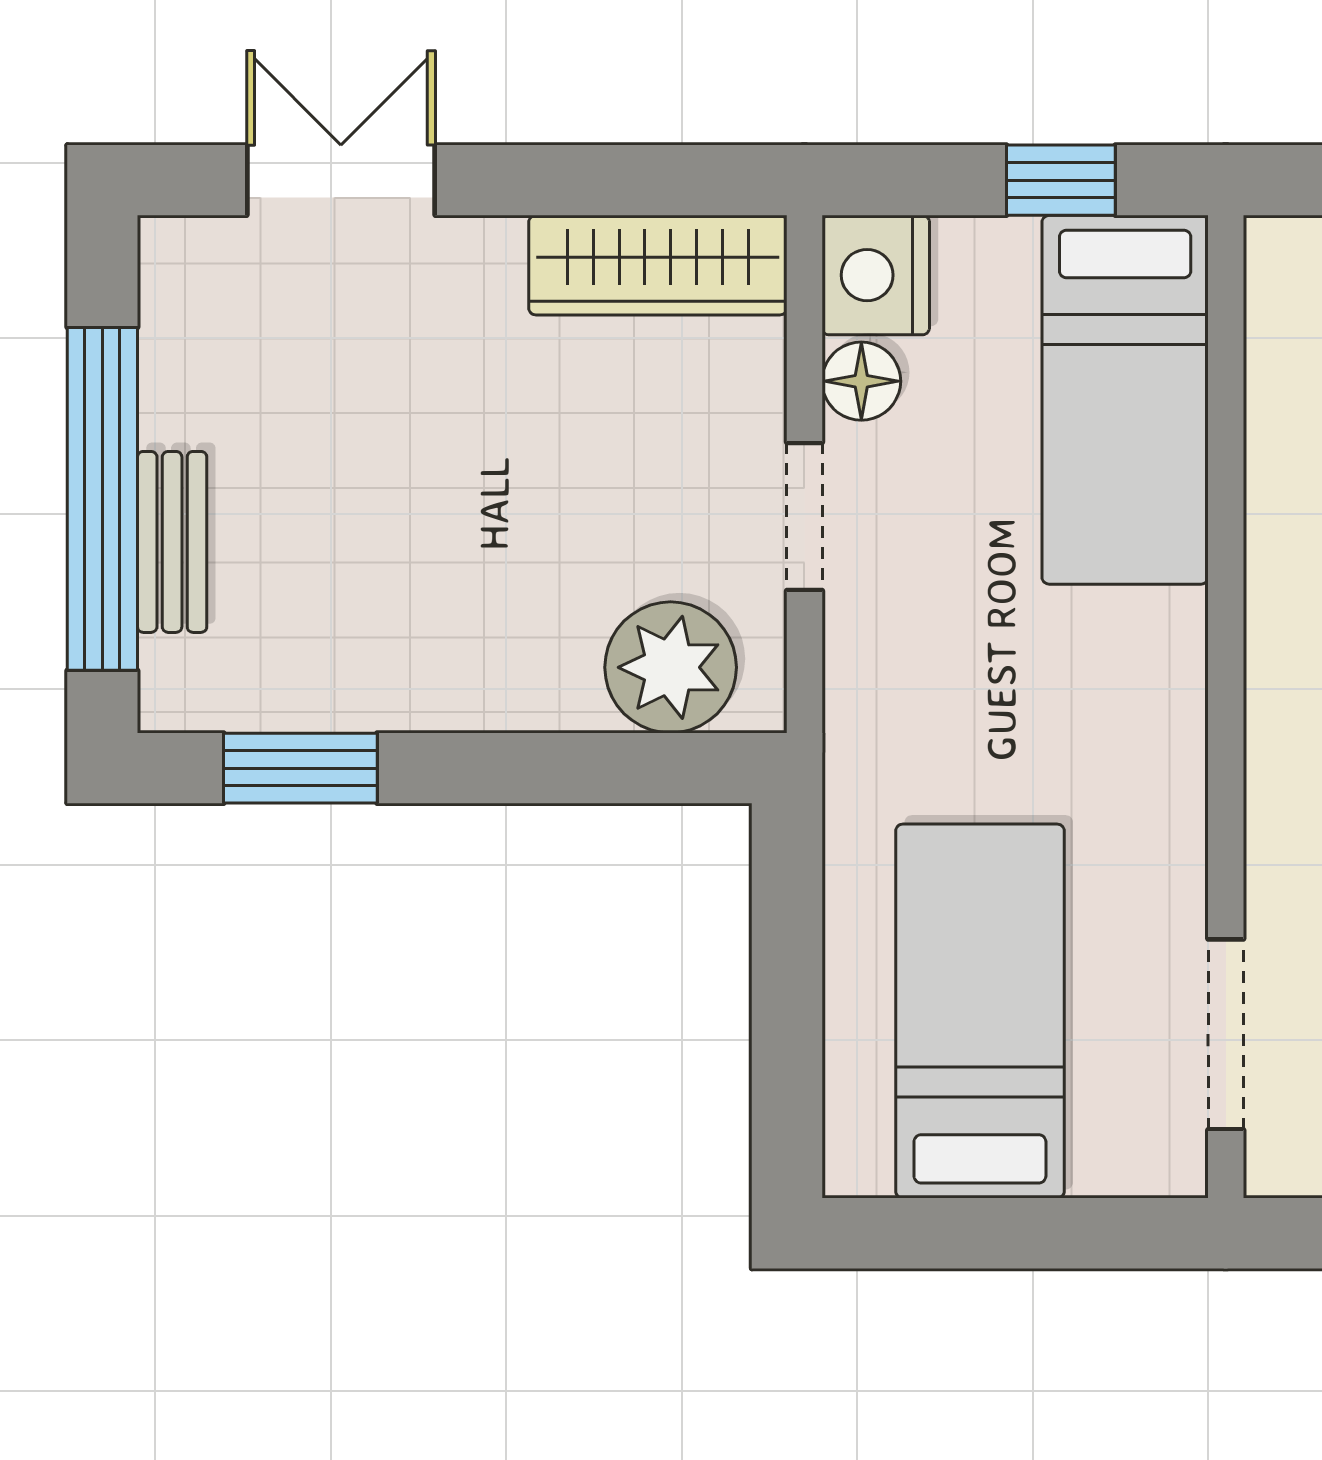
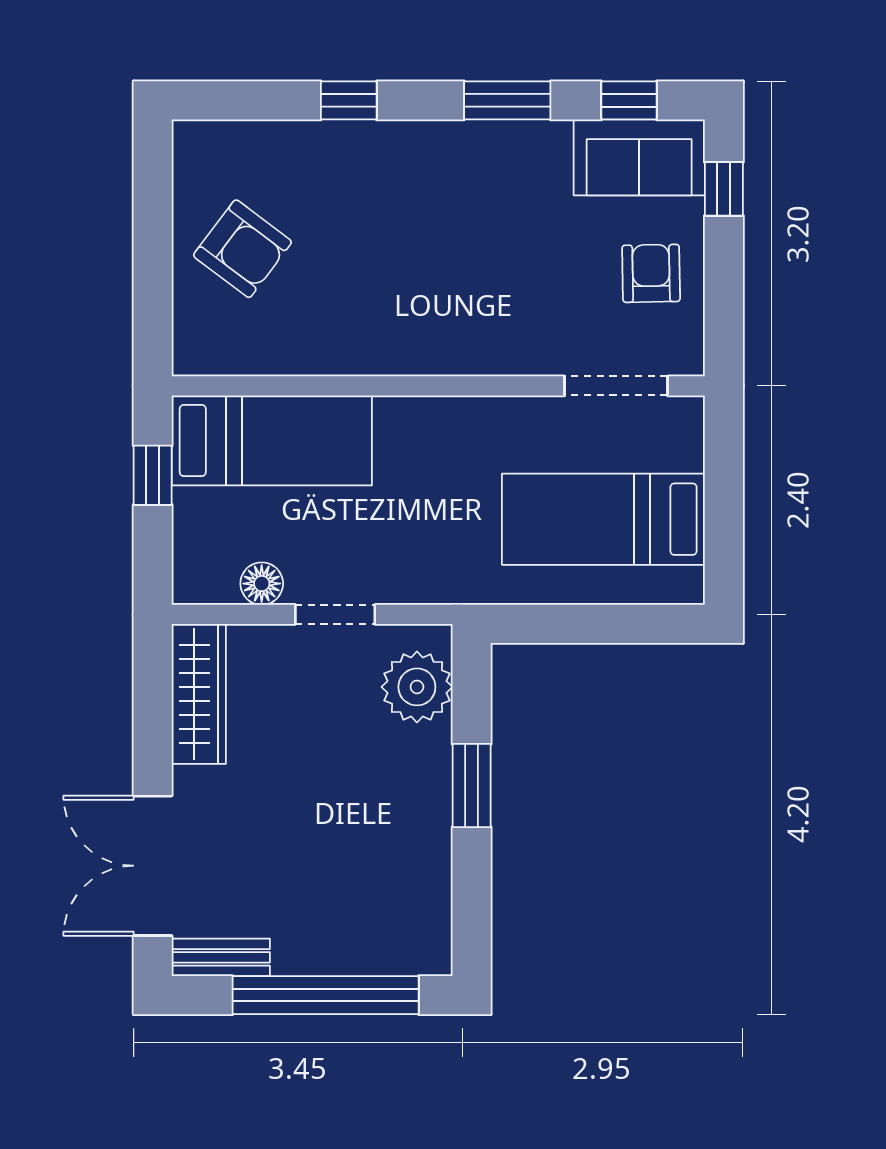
double door: (341, 180) -> (153, 866), width x1.37
nightstand: (876, 275) -> (204, 576), removed
bench: (172, 542) -> (221, 957), moved
window: (300, 768) -> (472, 786), moved

